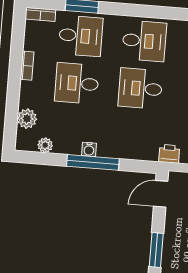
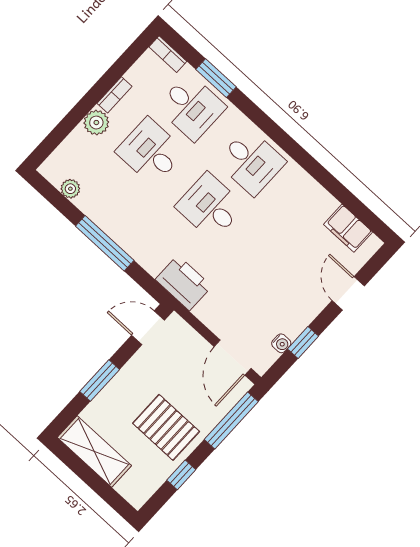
plant: (27, 119) -> (96, 123), moved
water cooler: (89, 149) -> (111, 227), removed
printer: (169, 154) -> (183, 283), width x1.87, depth x1.48

